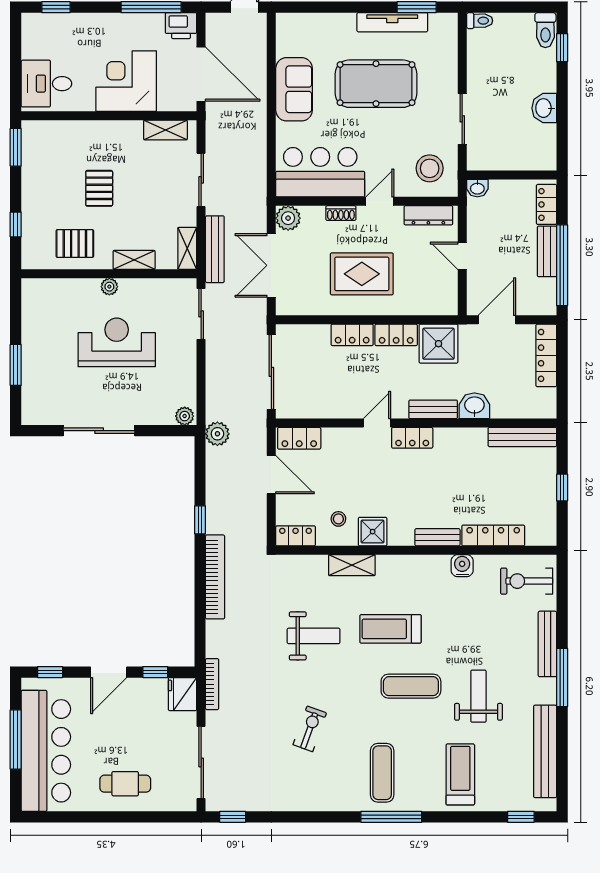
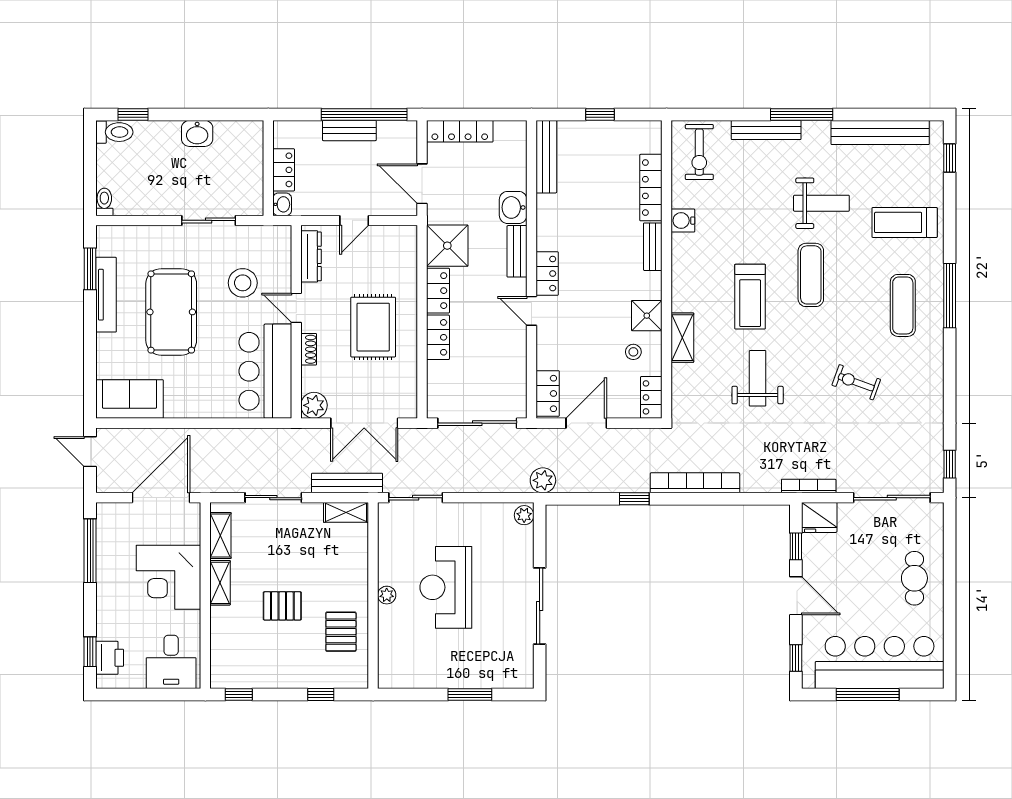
printer: (181, 26) -> (110, 658), moved
sofa: (294, 89) -> (130, 399), moved
window: (16, 147) -> (239, 694), width x0.67
stool: (430, 168) -> (243, 283), moved
locker: (546, 204) -> (284, 170), moved, turned -90
shelving: (134, 260) -> (220, 583), moved
weight bench: (478, 696) -> (821, 203), turned 180
exercise mat: (382, 773) -> (903, 305), turned 90

